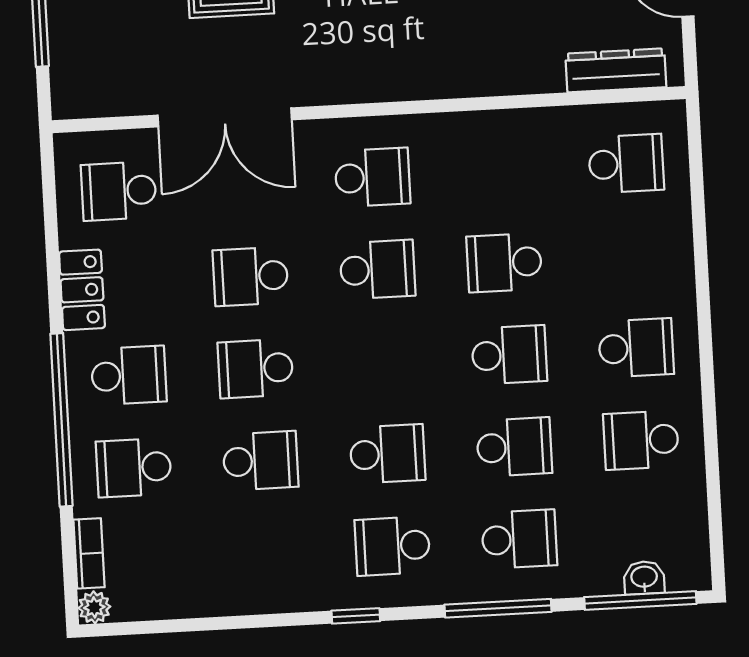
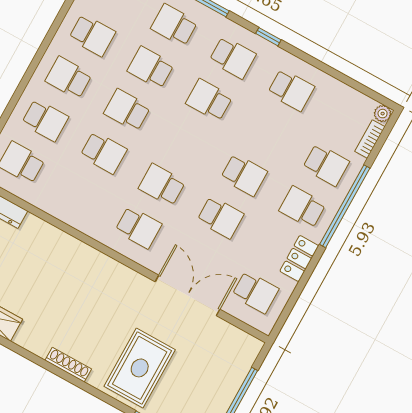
school desk: (372, 177) -> (138, 227), turned 180
school desk: (631, 256) -> (45, 120), added
school desk: (261, 461) -> (291, 90), moved, turned 180

